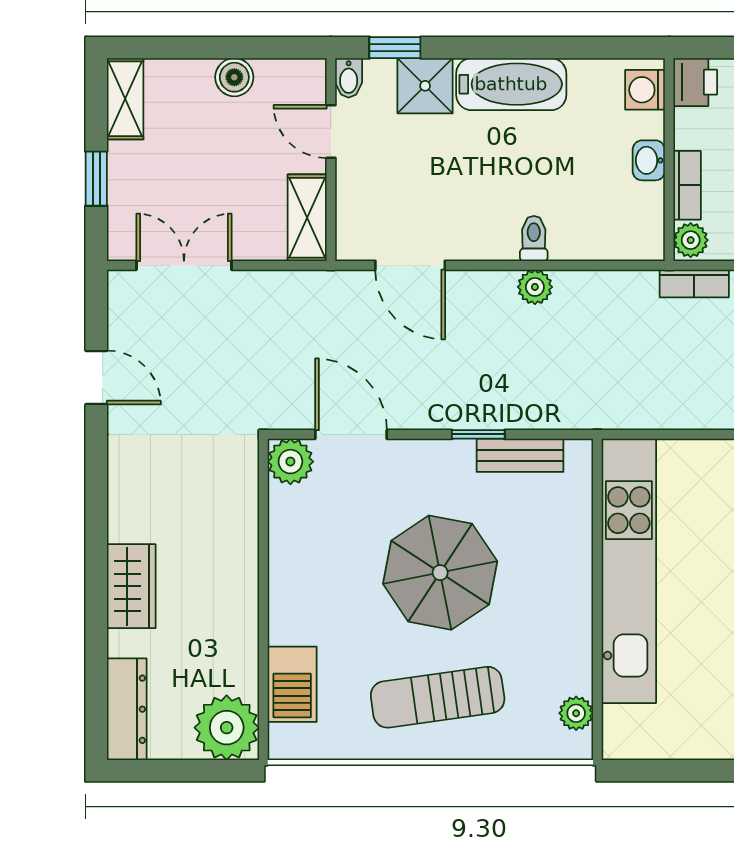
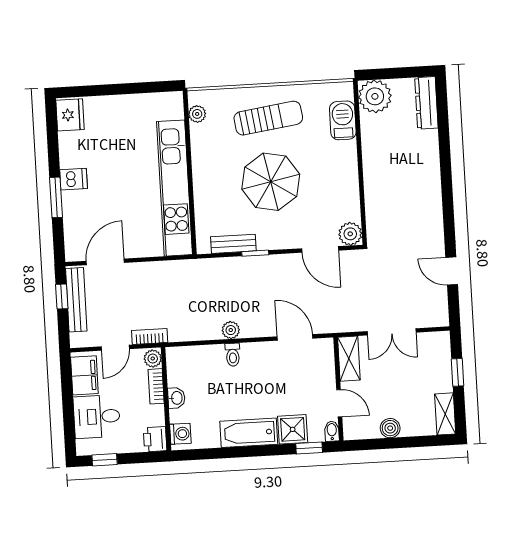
double door: (184, 265) -> (392, 332), moved
wardrobe: (131, 586) -> (428, 166), removed

